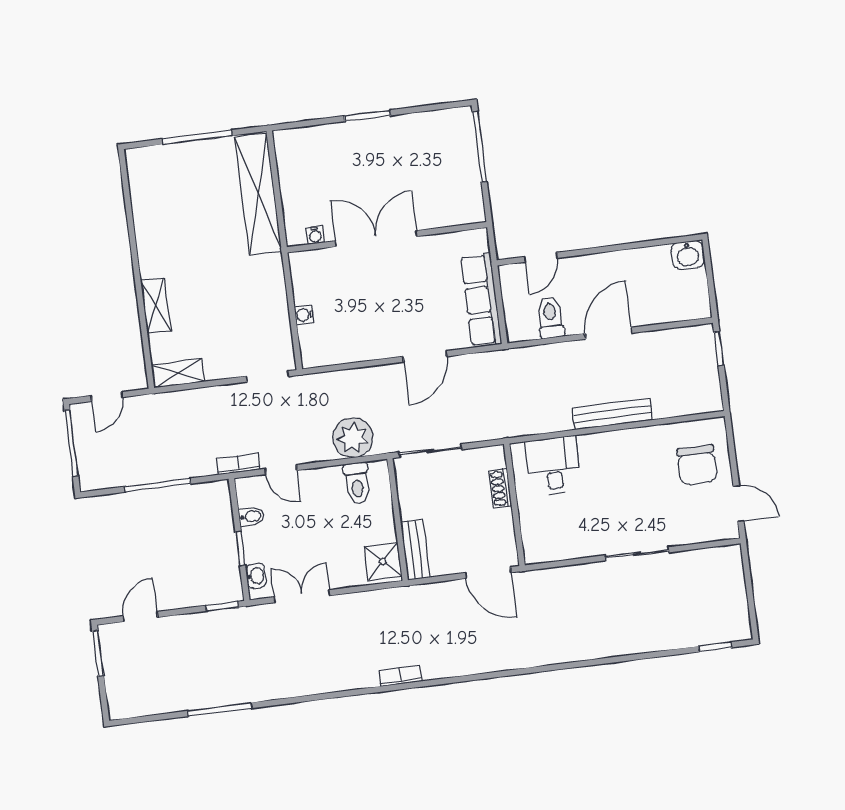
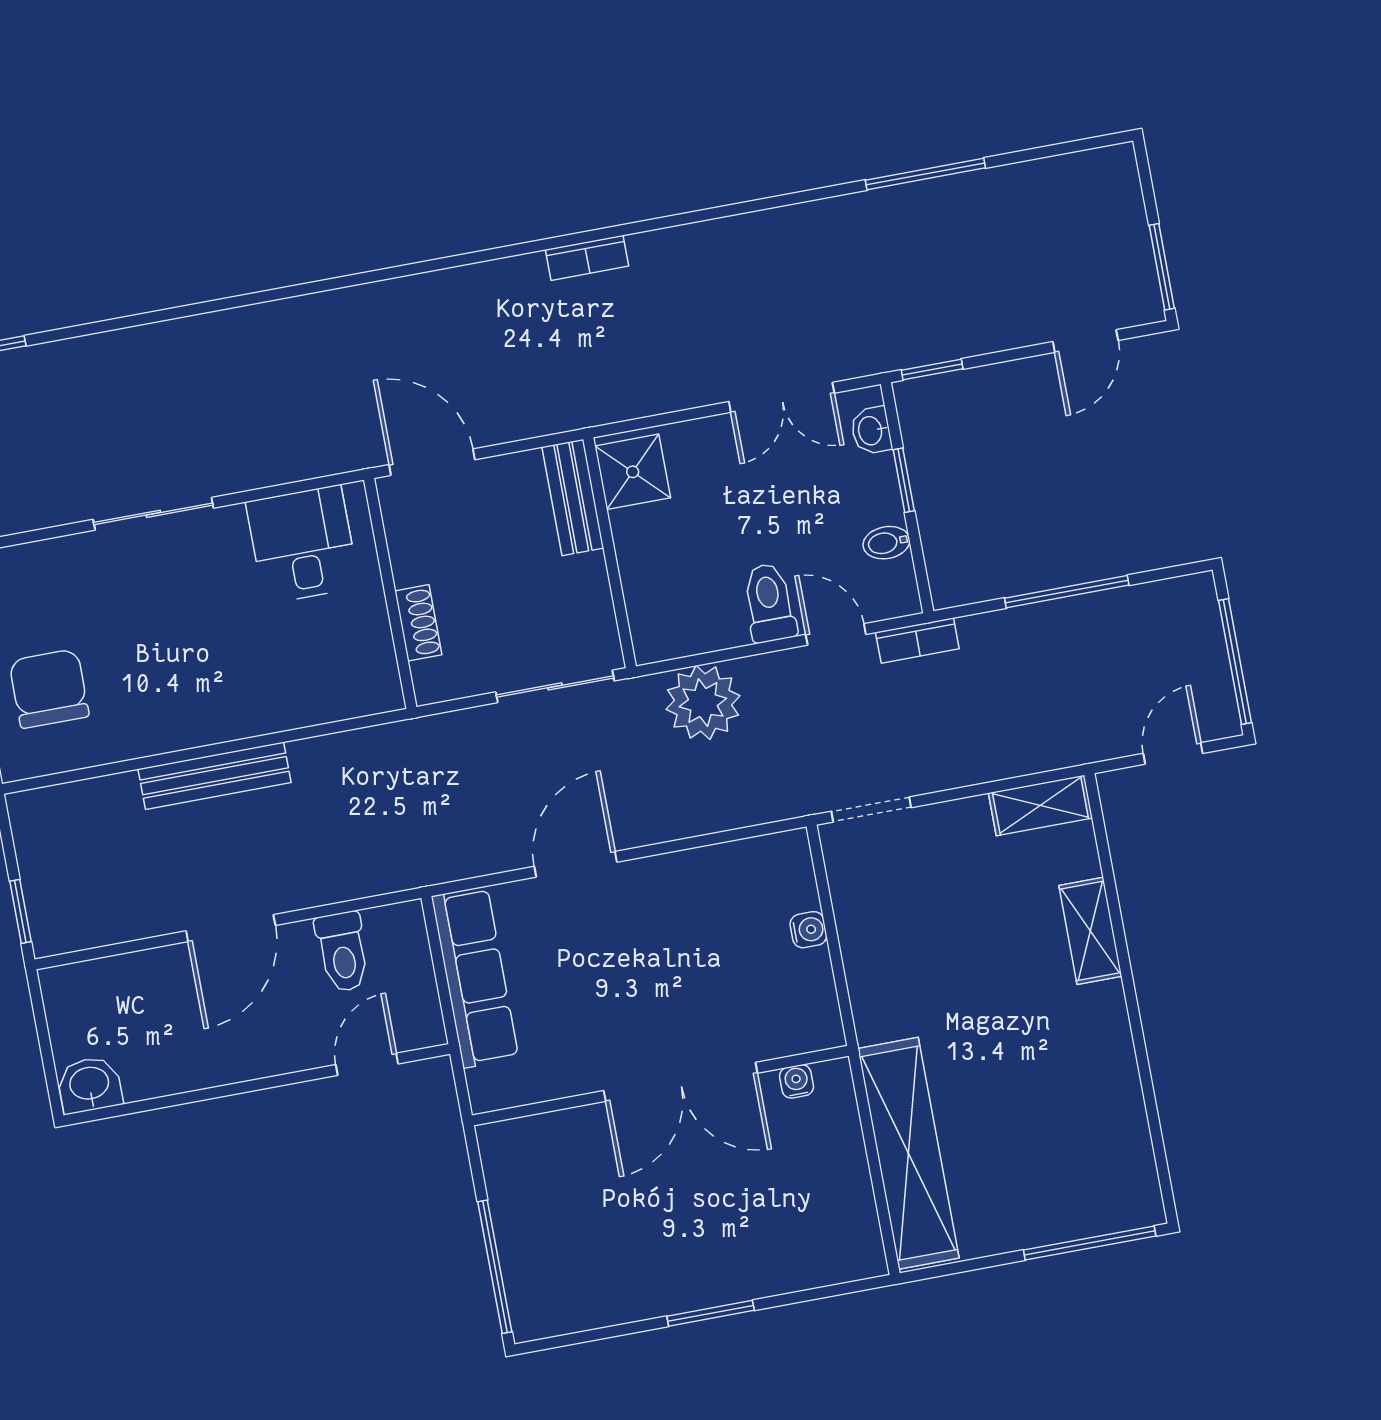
window: (197, 137) -> (1090, 1243), moved
desk: (553, 466) -> (303, 544), moved, turned 180
toilet: (357, 483) -> (769, 603), moved

